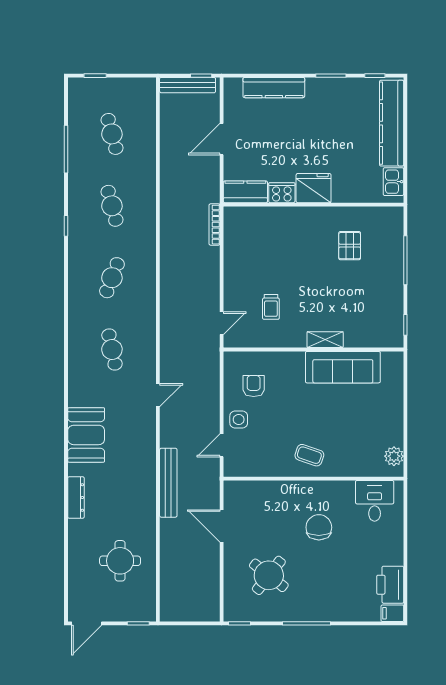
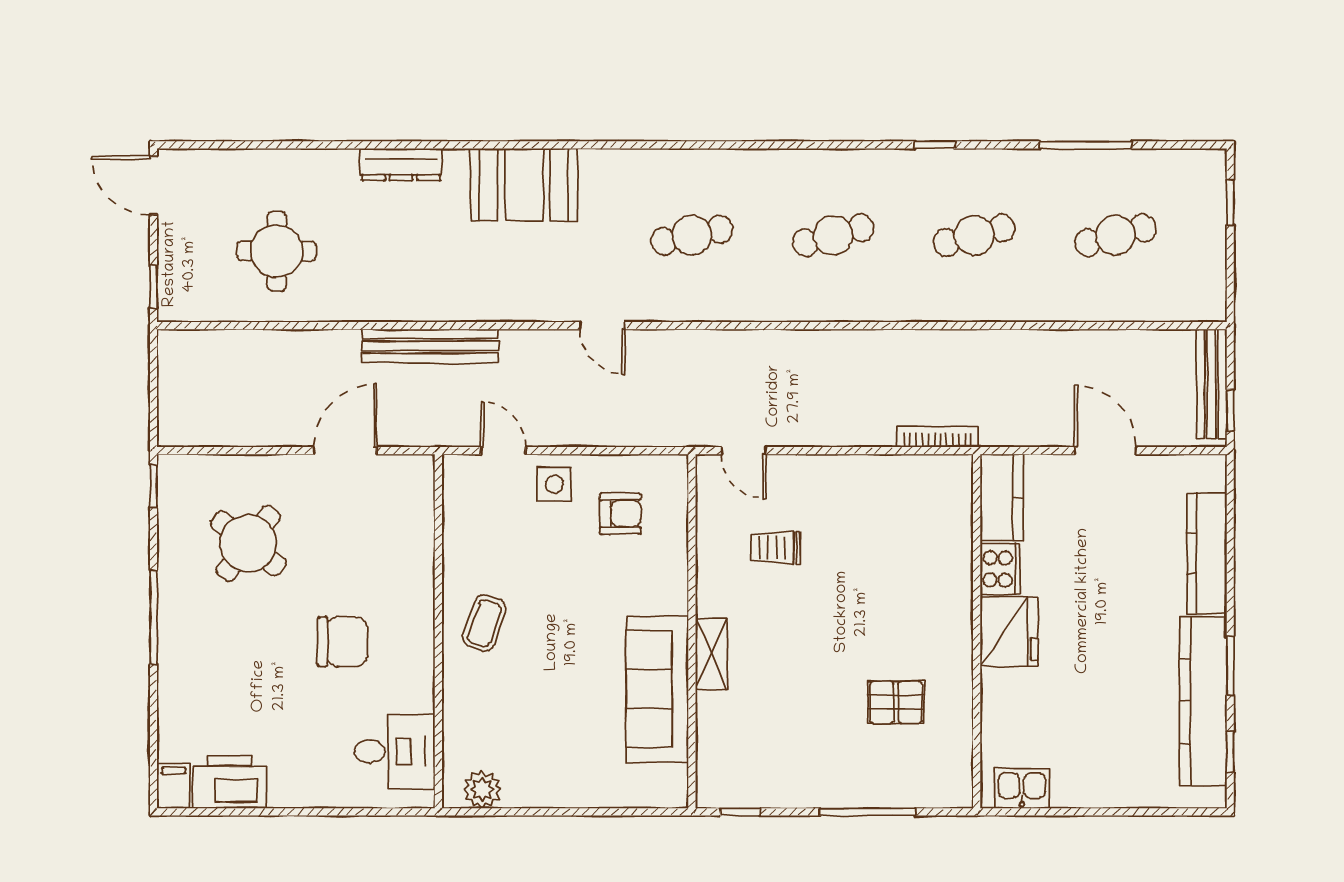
kitchen counter: (392, 123) -> (1203, 701), moved, turned -90
cafe table: (112, 278) -> (833, 235), turned -36

